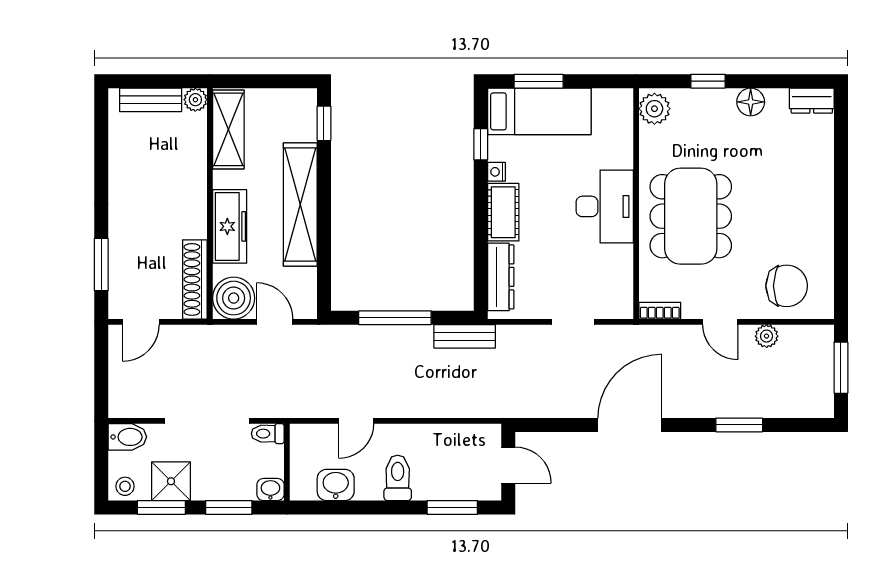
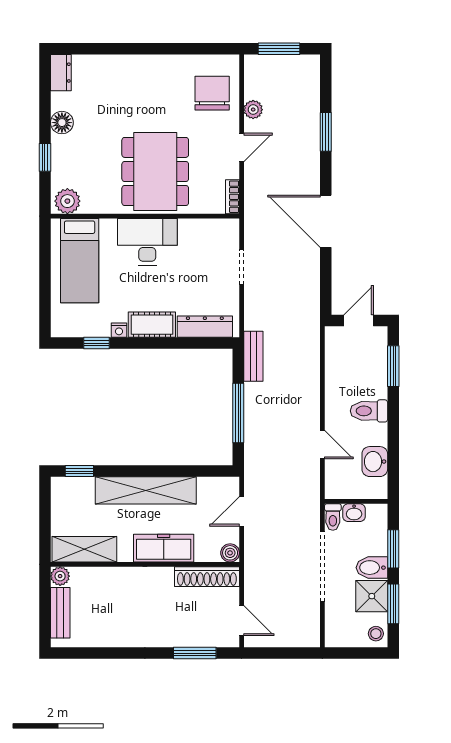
window: (539, 81) -> (45, 296), removed
bed: (539, 111) -> (80, 261), moved, turned 180
dining table: (691, 216) -> (155, 171), turned 90
boiler: (234, 298) -> (230, 553), width x0.54, depth x0.54
bidet: (127, 437) -> (372, 568), moved, turned -90
washbasin: (270, 490) -> (354, 513), moved, turned -90

